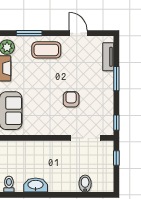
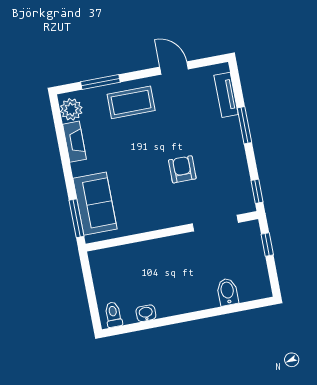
washbasin: (36, 185) -> (146, 313), width x0.52, depth x0.69

